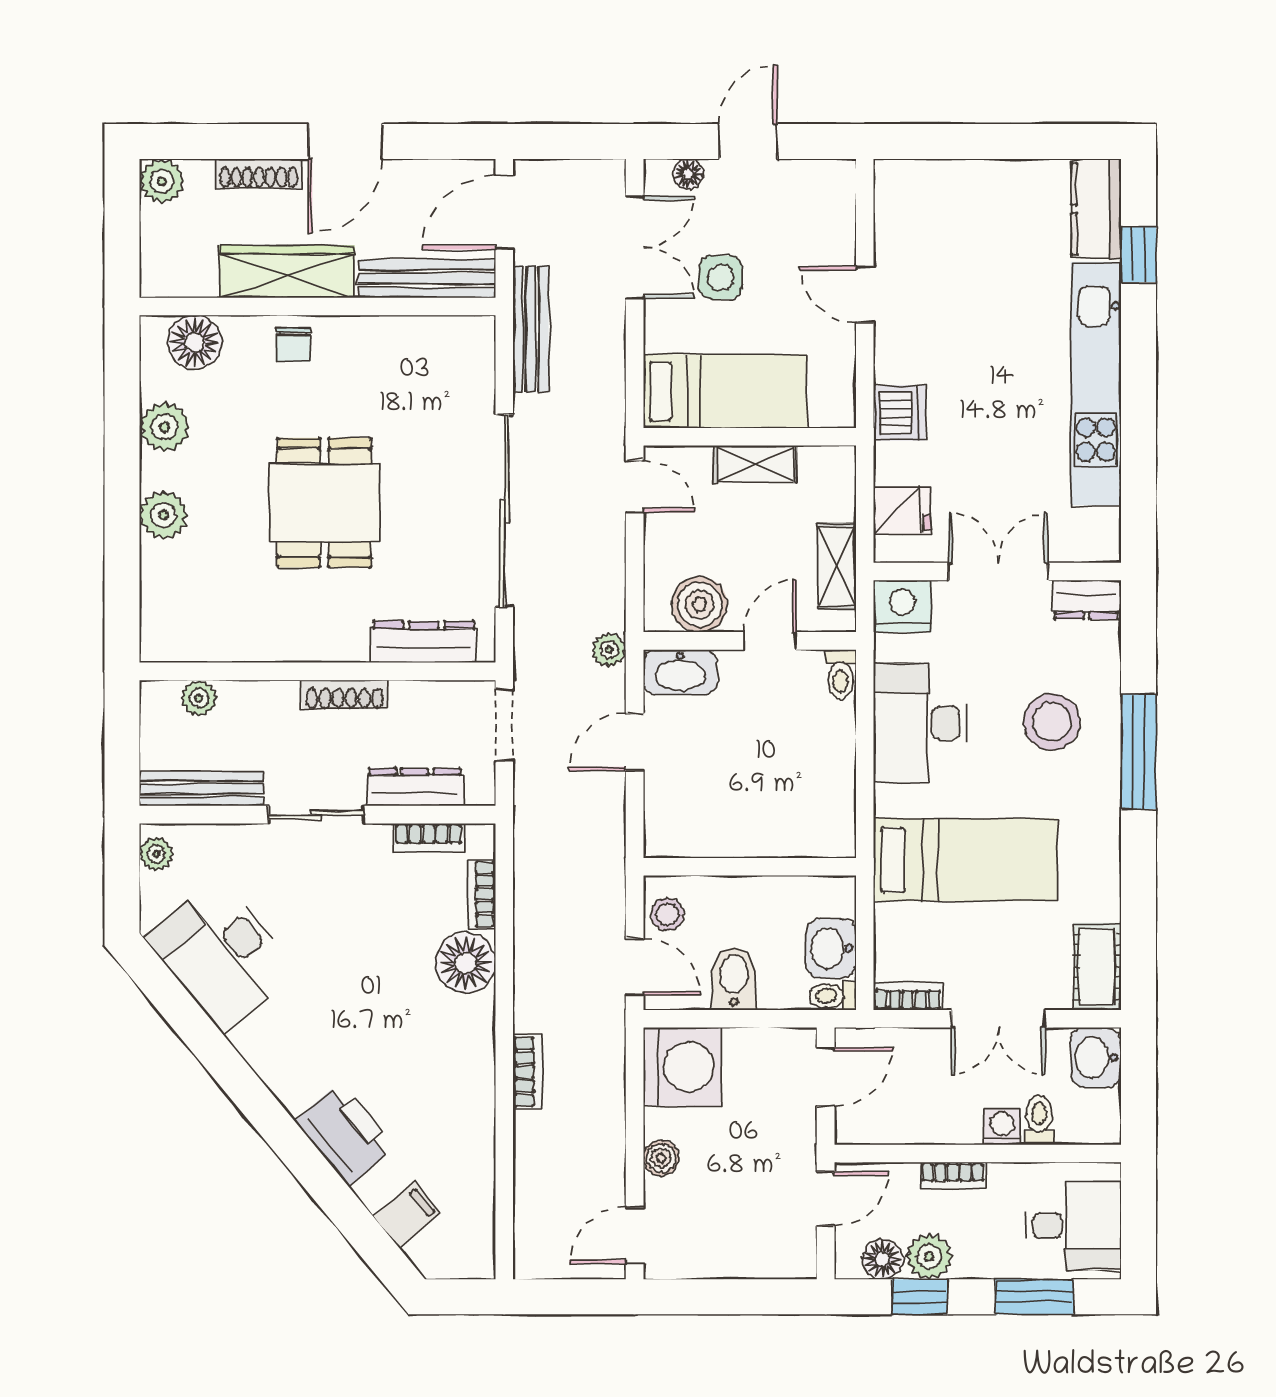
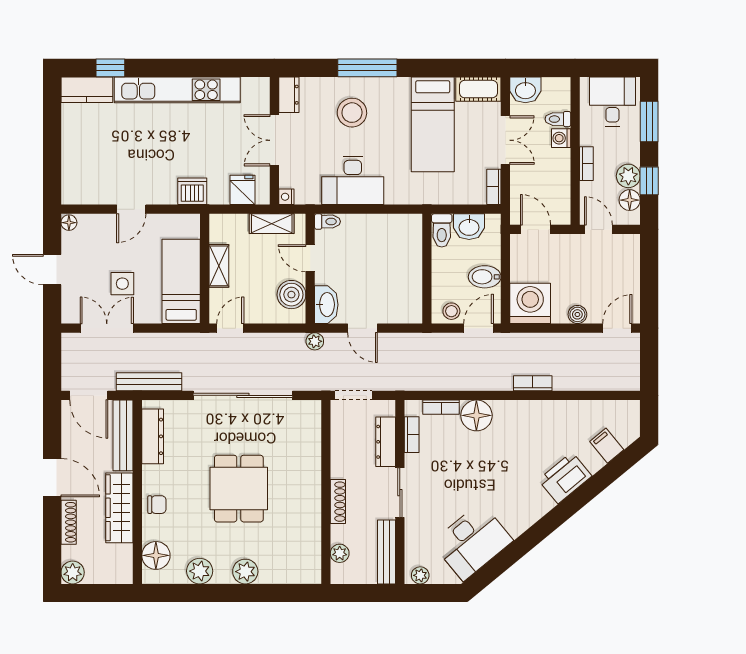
floor lamp: (688, 174) -> (69, 223), moved
dining table: (324, 503) -> (239, 489), turned 90
nightstand: (902, 606) -> (286, 197), width x0.53, depth x0.56
dresser: (424, 642) -> (153, 436), moved, turned 180
shoe rack: (345, 695) -> (338, 502), moved
bed: (966, 860) -> (433, 124), moved, turned 180
toilet: (833, 996) -> (442, 230), moved, width x1.37, depth x1.39
door: (635, 1235) -> (617, 328), swing flipped

